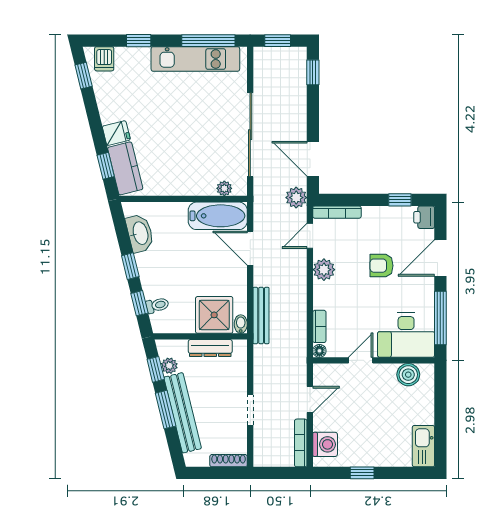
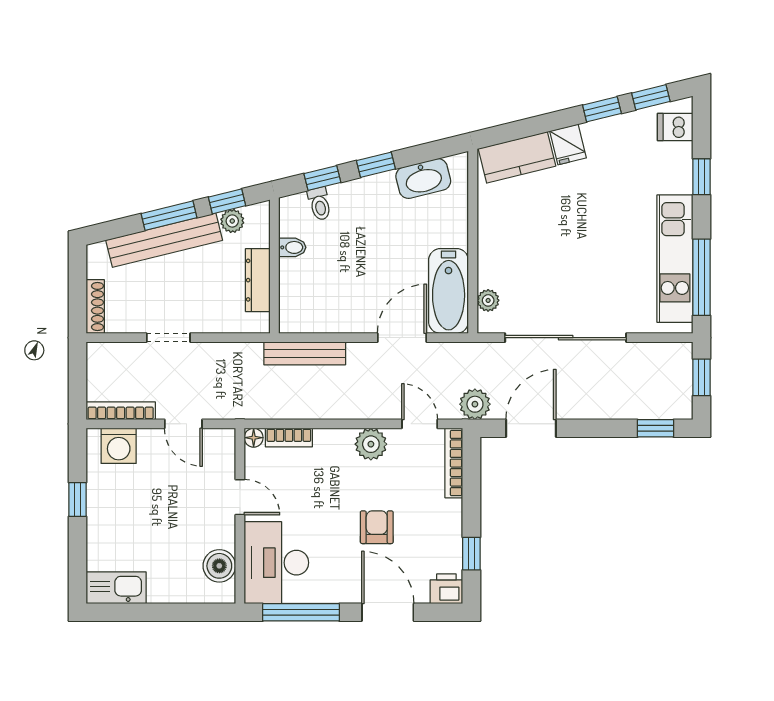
window: (106, 166) -> (602, 109), moved
shower: (214, 315) -> (305, 286), removed
bidet: (241, 324) -> (292, 247), moved

